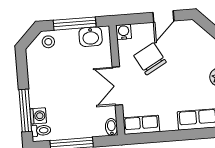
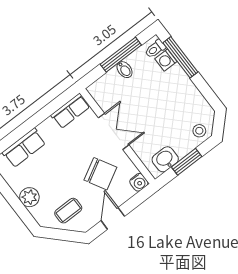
window: (75, 24) -> (187, 162), width x0.69
coffee table: (195, 46) -> (68, 211), added
bidet: (111, 127) -> (125, 70), moved

